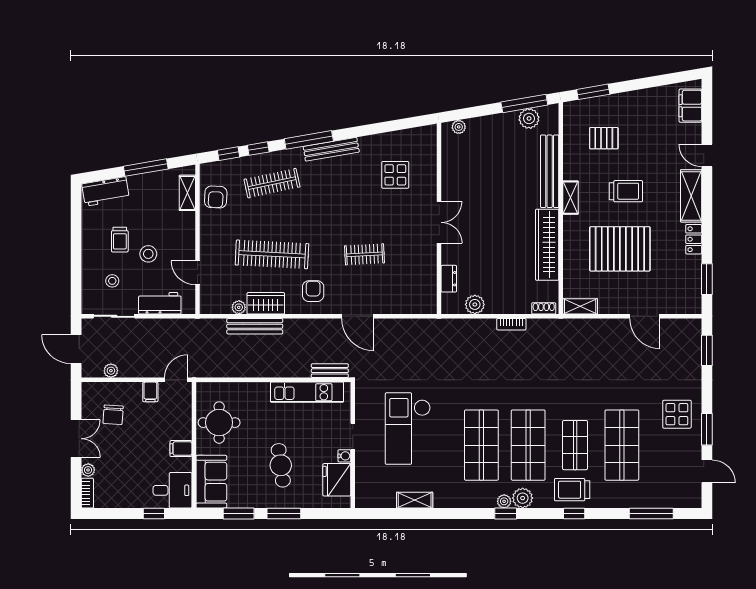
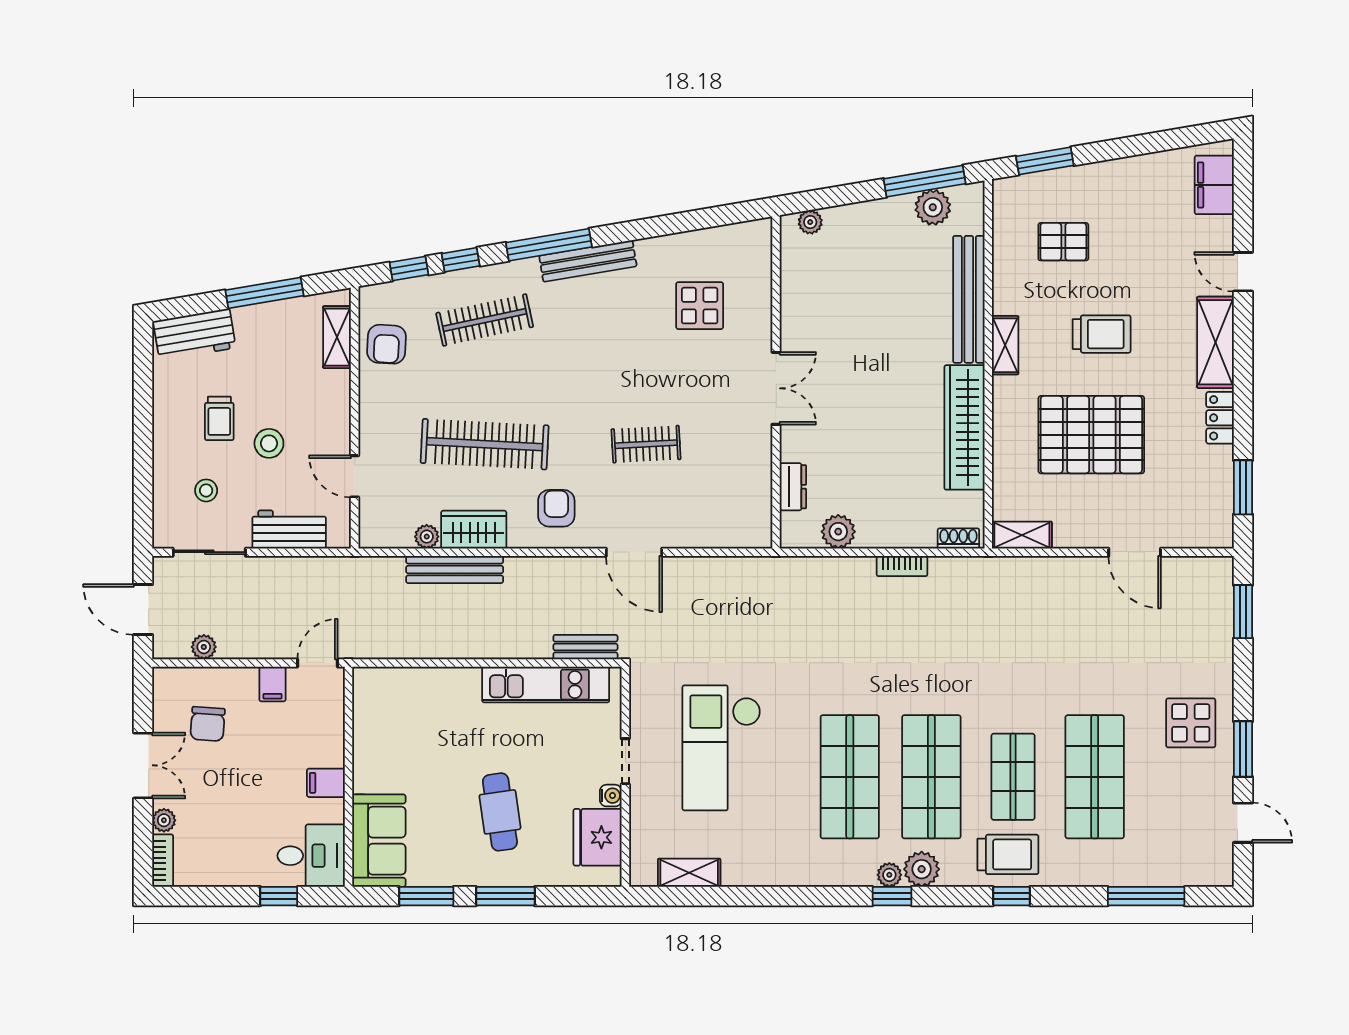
round table: (219, 423) -> (392, 737), removed
trolley: (572, 490) -> (1008, 854), turned 180
shelving: (415, 500) -> (689, 873), moved

